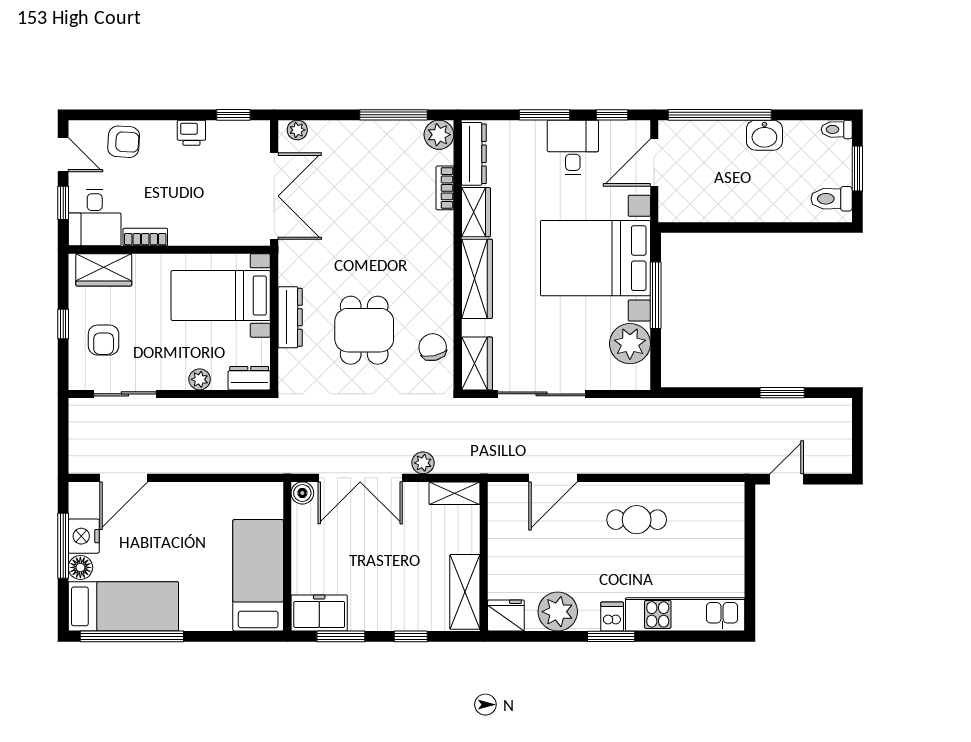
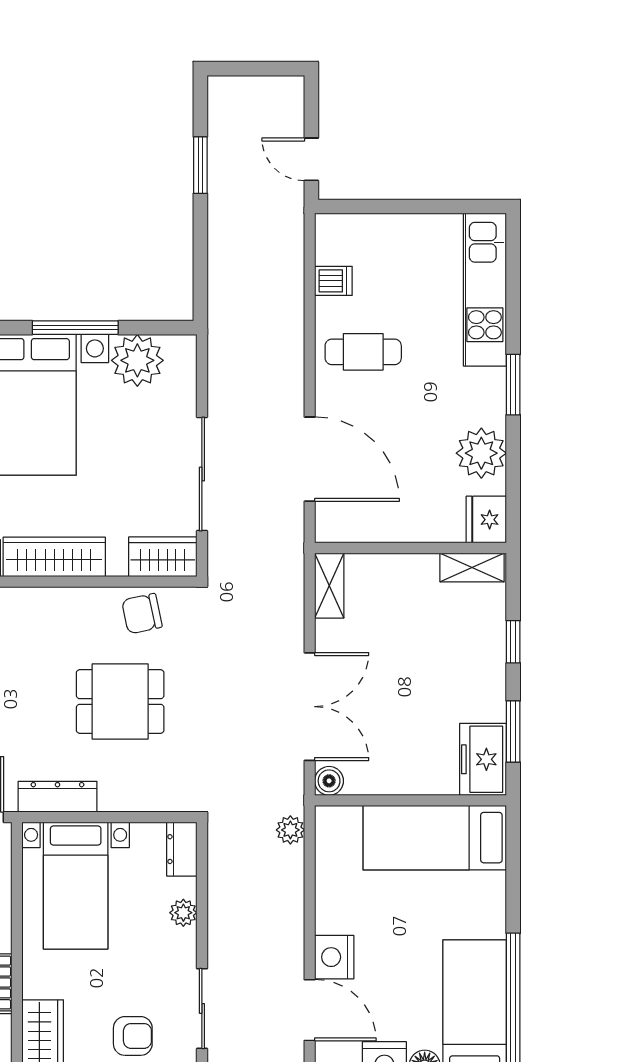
dresser: (290, 317) -> (58, 797), moved
plant: (423, 463) -> (290, 830), moved
door: (553, 478) -> (310, 459), width x1.36
nightstand: (165, 497) -> (334, 957), added
cafe table: (637, 520) -> (363, 352), turned 90
shelving: (465, 592) -> (472, 567), width x0.67, depth x0.75
dishwasher: (612, 617) -> (333, 281), moved, turned 180

